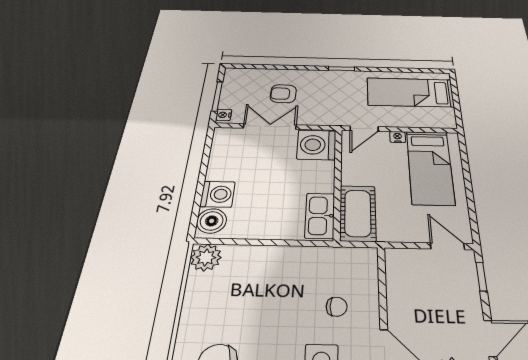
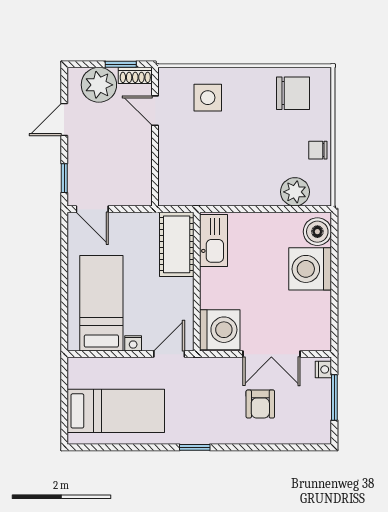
armchair: (283, 94) -> (260, 404), turned 88
washing machine: (218, 194) -> (310, 269), width x1.37, depth x1.37
plant: (206, 257) -> (295, 192), moved
chair: (337, 307) -> (318, 150), moved

